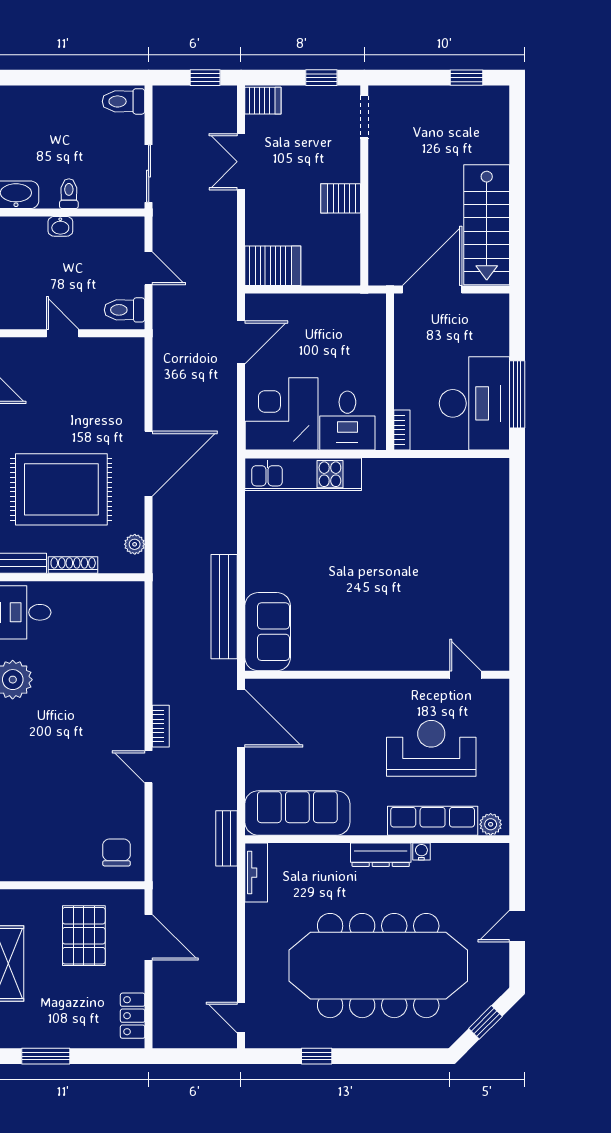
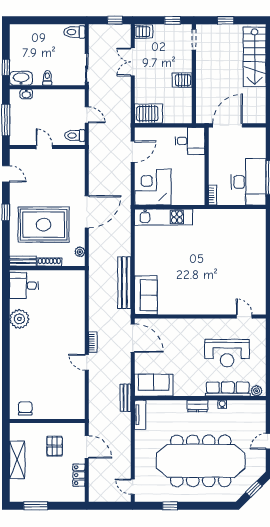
window: (466, 78) -> (226, 20), moved
stairs: (487, 225) -> (255, 57), moved
washbasin: (60, 226) -> (26, 94), moved
desk: (347, 421) -> (190, 141), moved, turned -90
reception desk: (431, 748) -> (227, 353), turned 180
sofa: (297, 813) -> (154, 385), width x0.73
chair: (117, 852) -> (25, 408), moved
dresser: (381, 855) -> (197, 406), width x0.70
pallet: (84, 936) -> (55, 446), width x0.67, depth x0.71
locker: (133, 1016) -> (79, 475), moved

